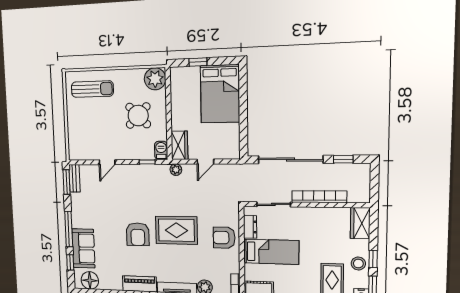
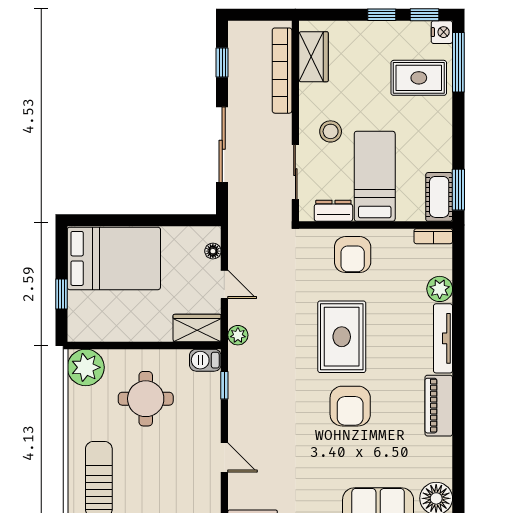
round table: (138, 116) -> (146, 399), turned 45
floor lamp: (225, 154) -> (213, 251), added
sliding door: (290, 160) -> (222, 145), width x0.73
bookcase: (319, 197) -> (282, 71), moved
wardrobe: (360, 223) -> (313, 57), moved, turned -90
armchair: (138, 234) -> (350, 406), turned 90
stool: (358, 264) -> (331, 131), moved

